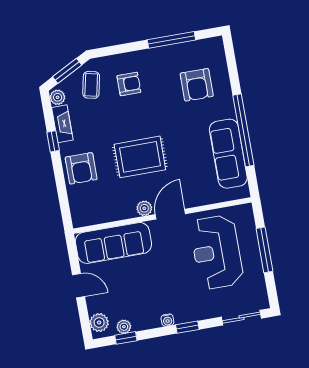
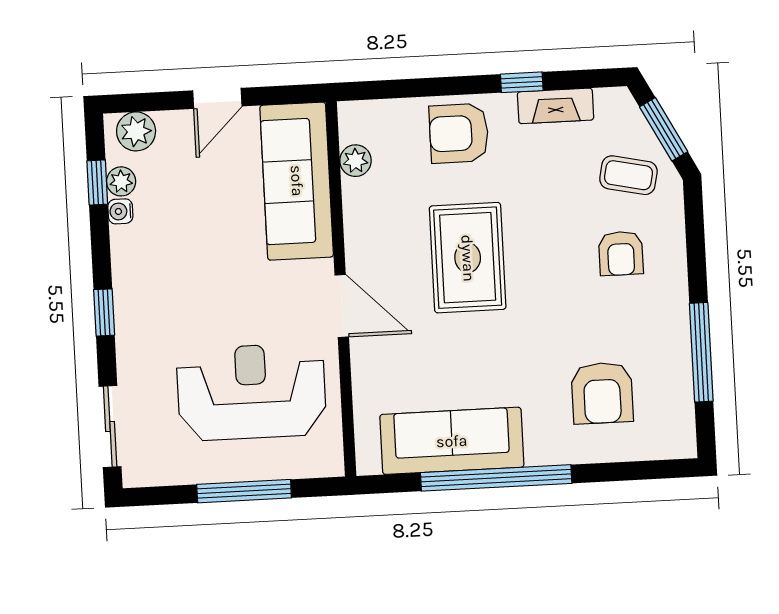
armchair: (197, 85) -> (602, 393), turned -90
plant: (58, 97) -> (612, 103), removed
plant: (144, 208) -> (356, 161), moved
water cooler: (167, 320) -> (120, 211), moved

